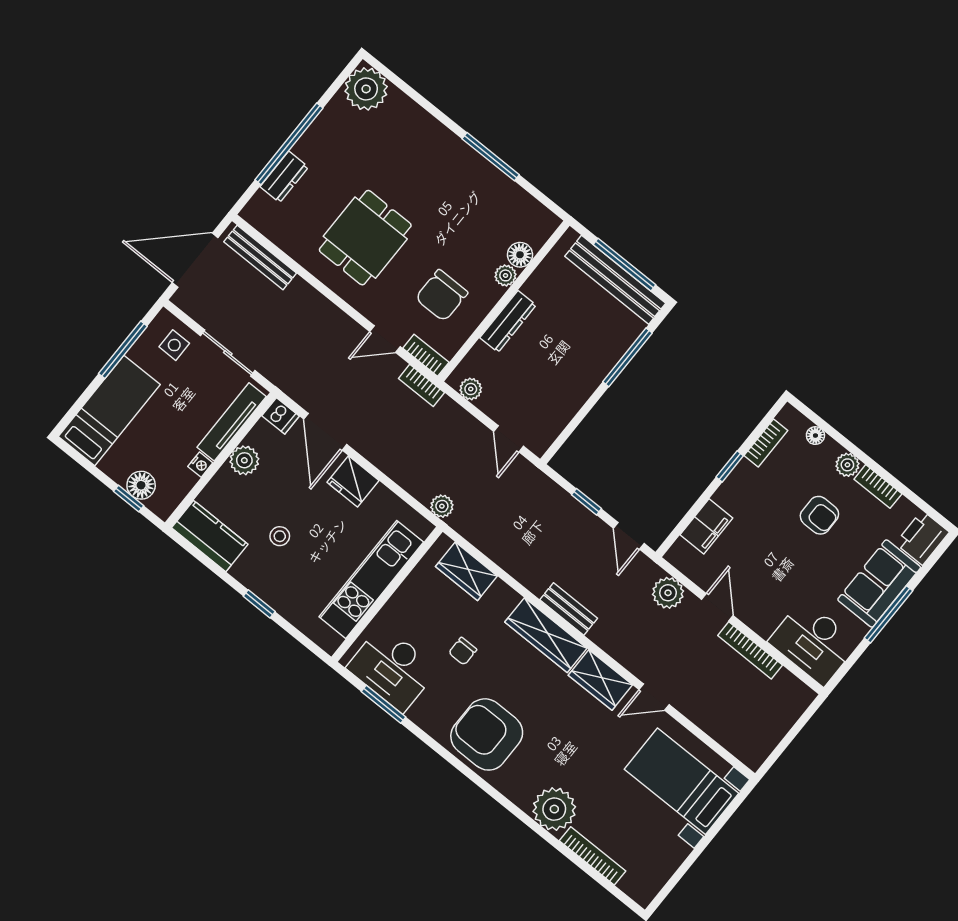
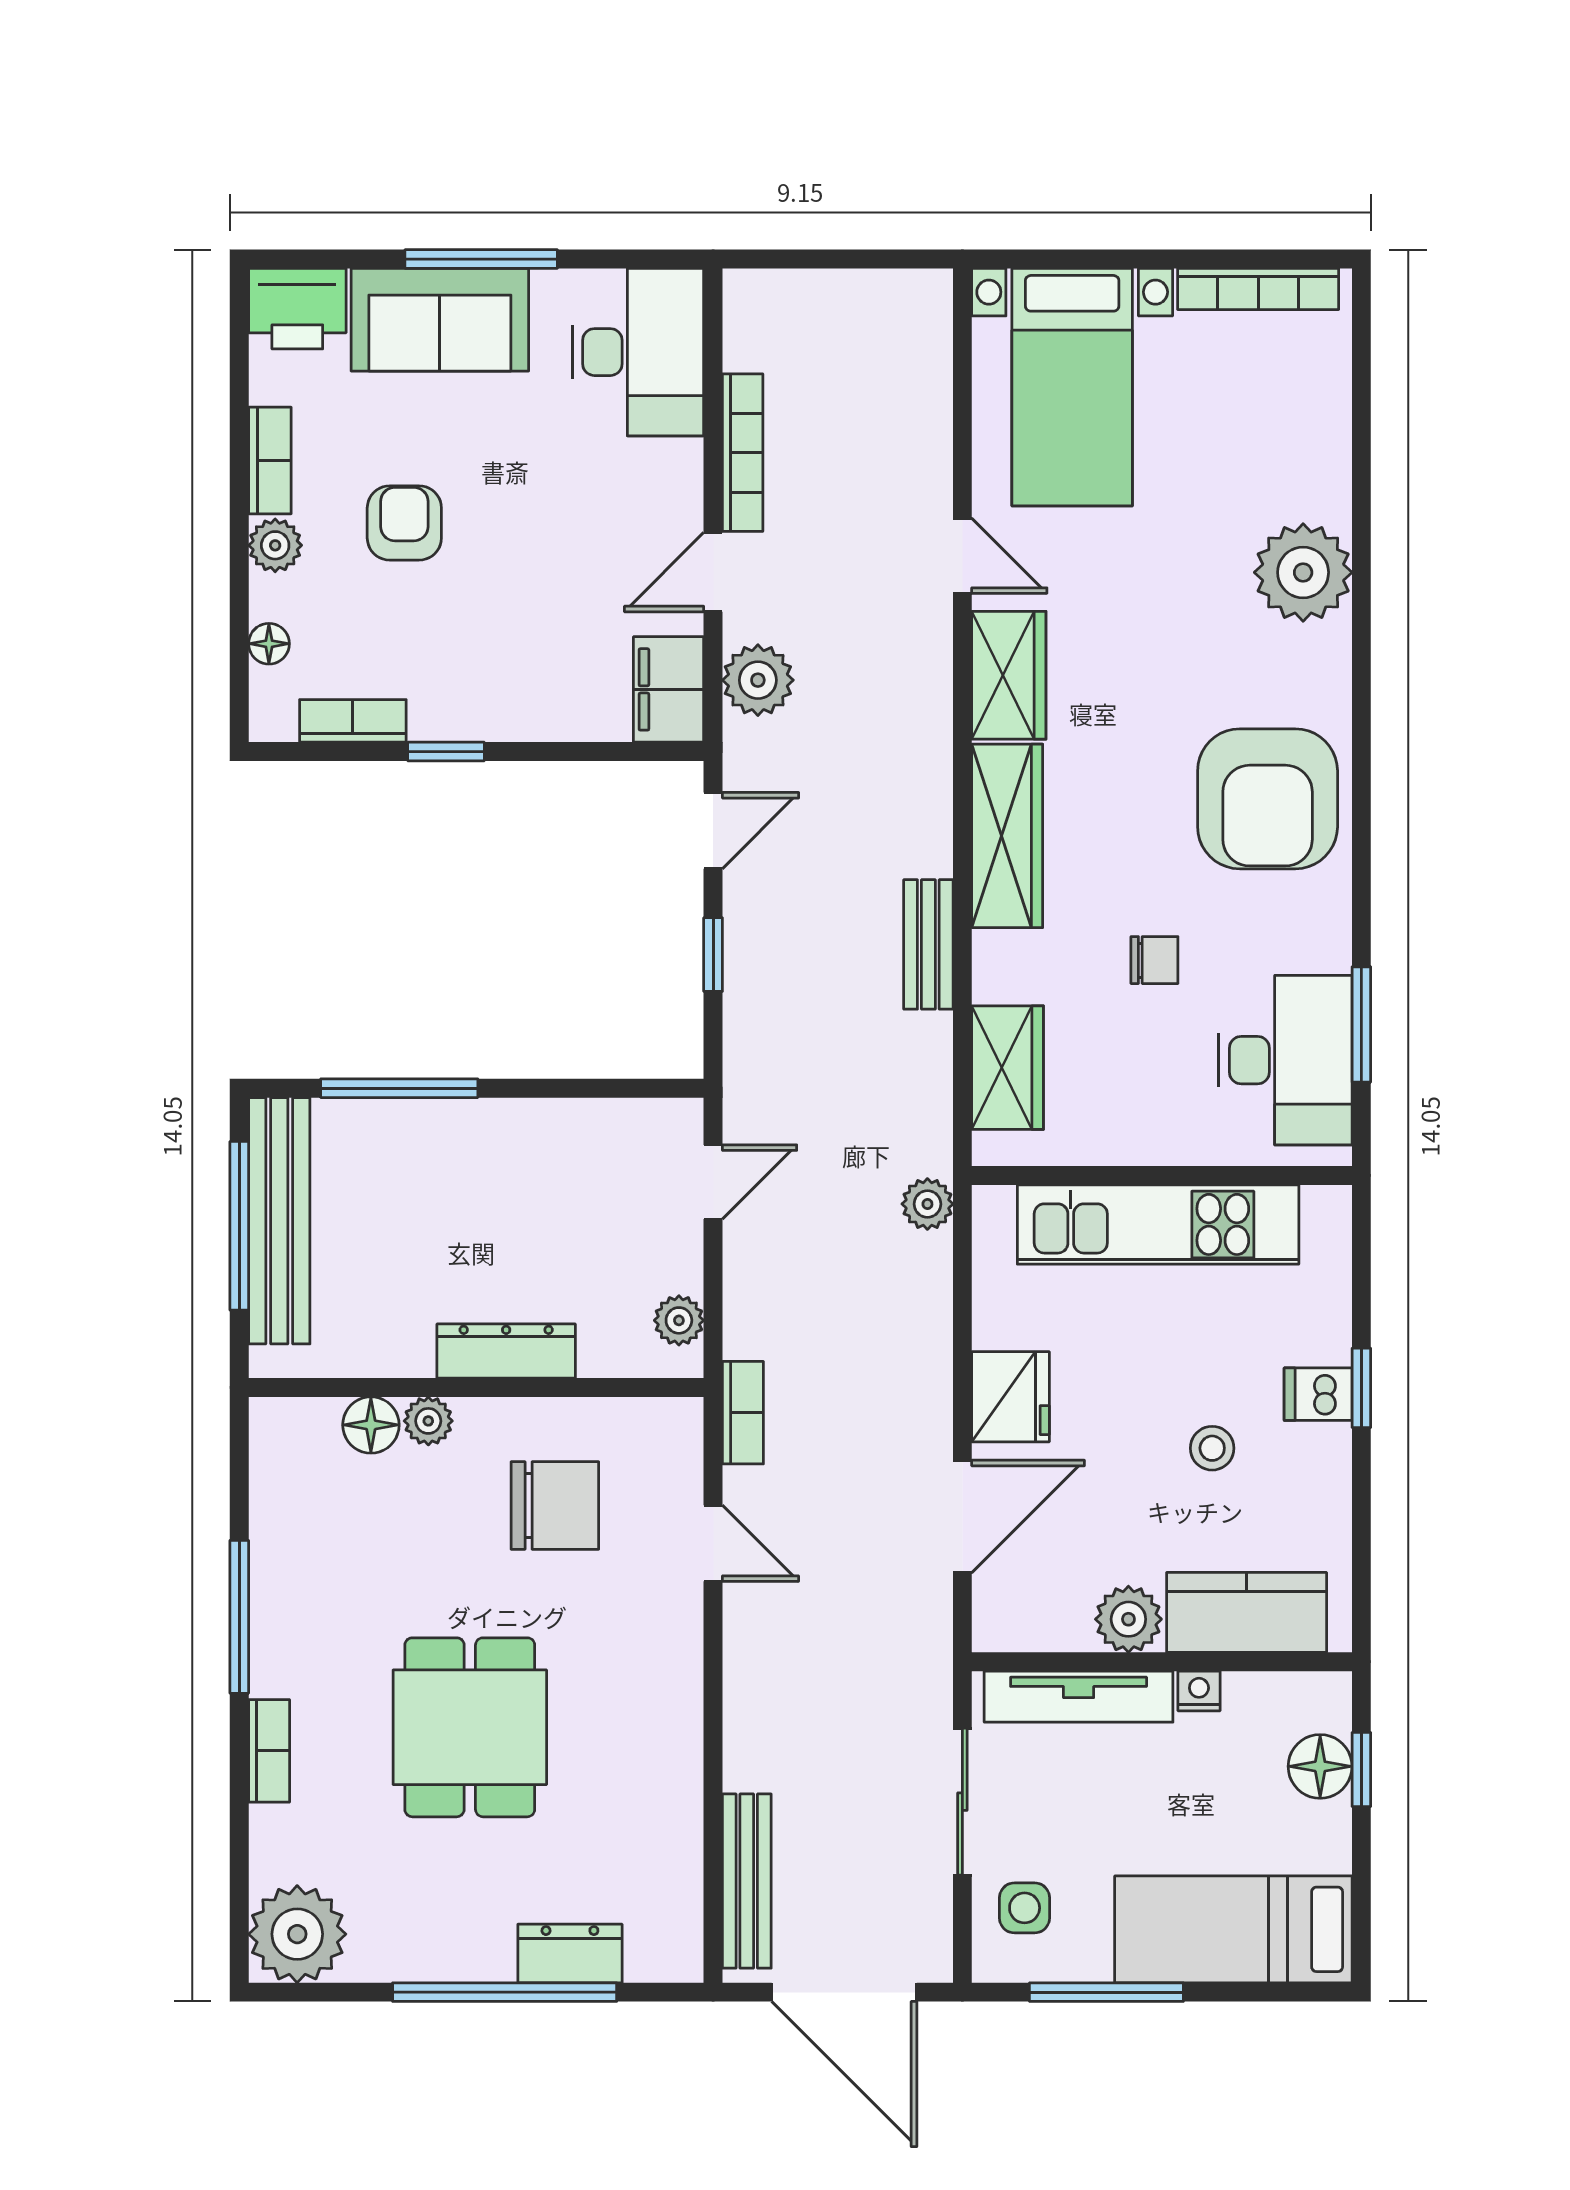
dining table: (365, 238) -> (470, 1727), moved, turned 90
bookcase: (426, 355) -> (269, 1751), moved, turned 180
dishwasher: (281, 416) -> (1318, 1394), moved, turned -90
filing cabinet: (706, 526) -> (669, 689), moved, turned -90
kitchen counter: (210, 536) -> (1247, 1612), moved, turned 90
bench: (569, 609) -> (928, 944), moved
bookcase: (593, 856) -> (1258, 289), moved, turned -90

